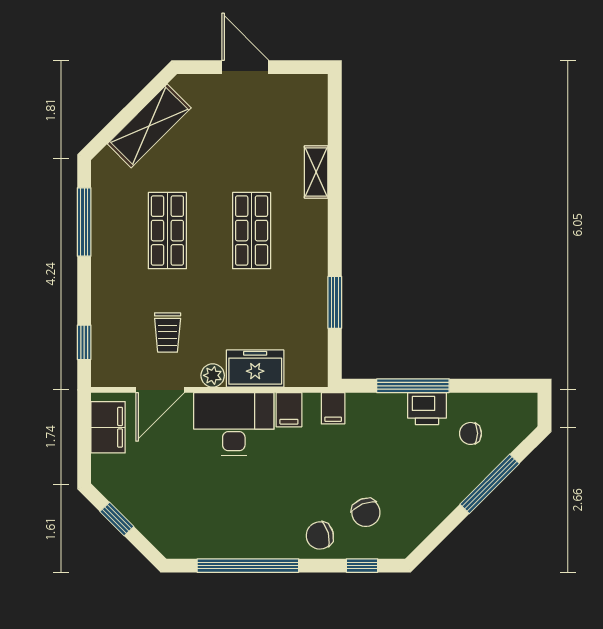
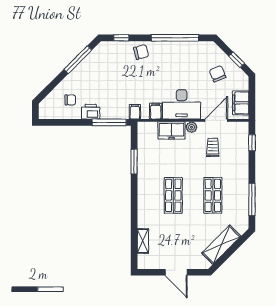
shelving: (316, 172) -> (143, 241), moved
window: (413, 386) -> (109, 122), moved
window: (490, 484) -> (78, 60), moved
chair: (366, 512) -> (218, 74), moved

